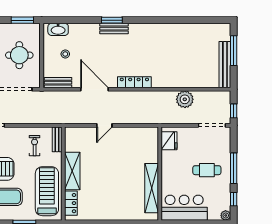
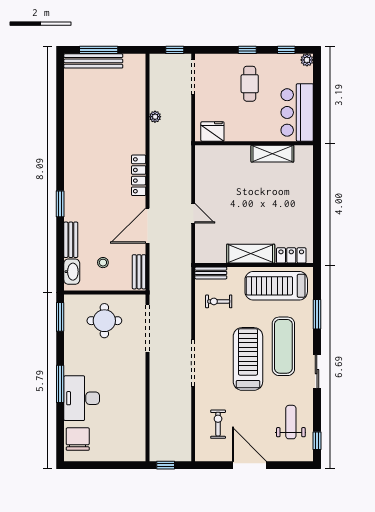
bench: (114, 29) -> (71, 240), moved
bench: (225, 65) -> (93, 61), moved
plant: (185, 99) -> (155, 117), width x0.53, depth x0.53
window: (234, 168) -> (247, 50), width x0.46
shelving: (152, 188) -> (272, 154), width x0.68

